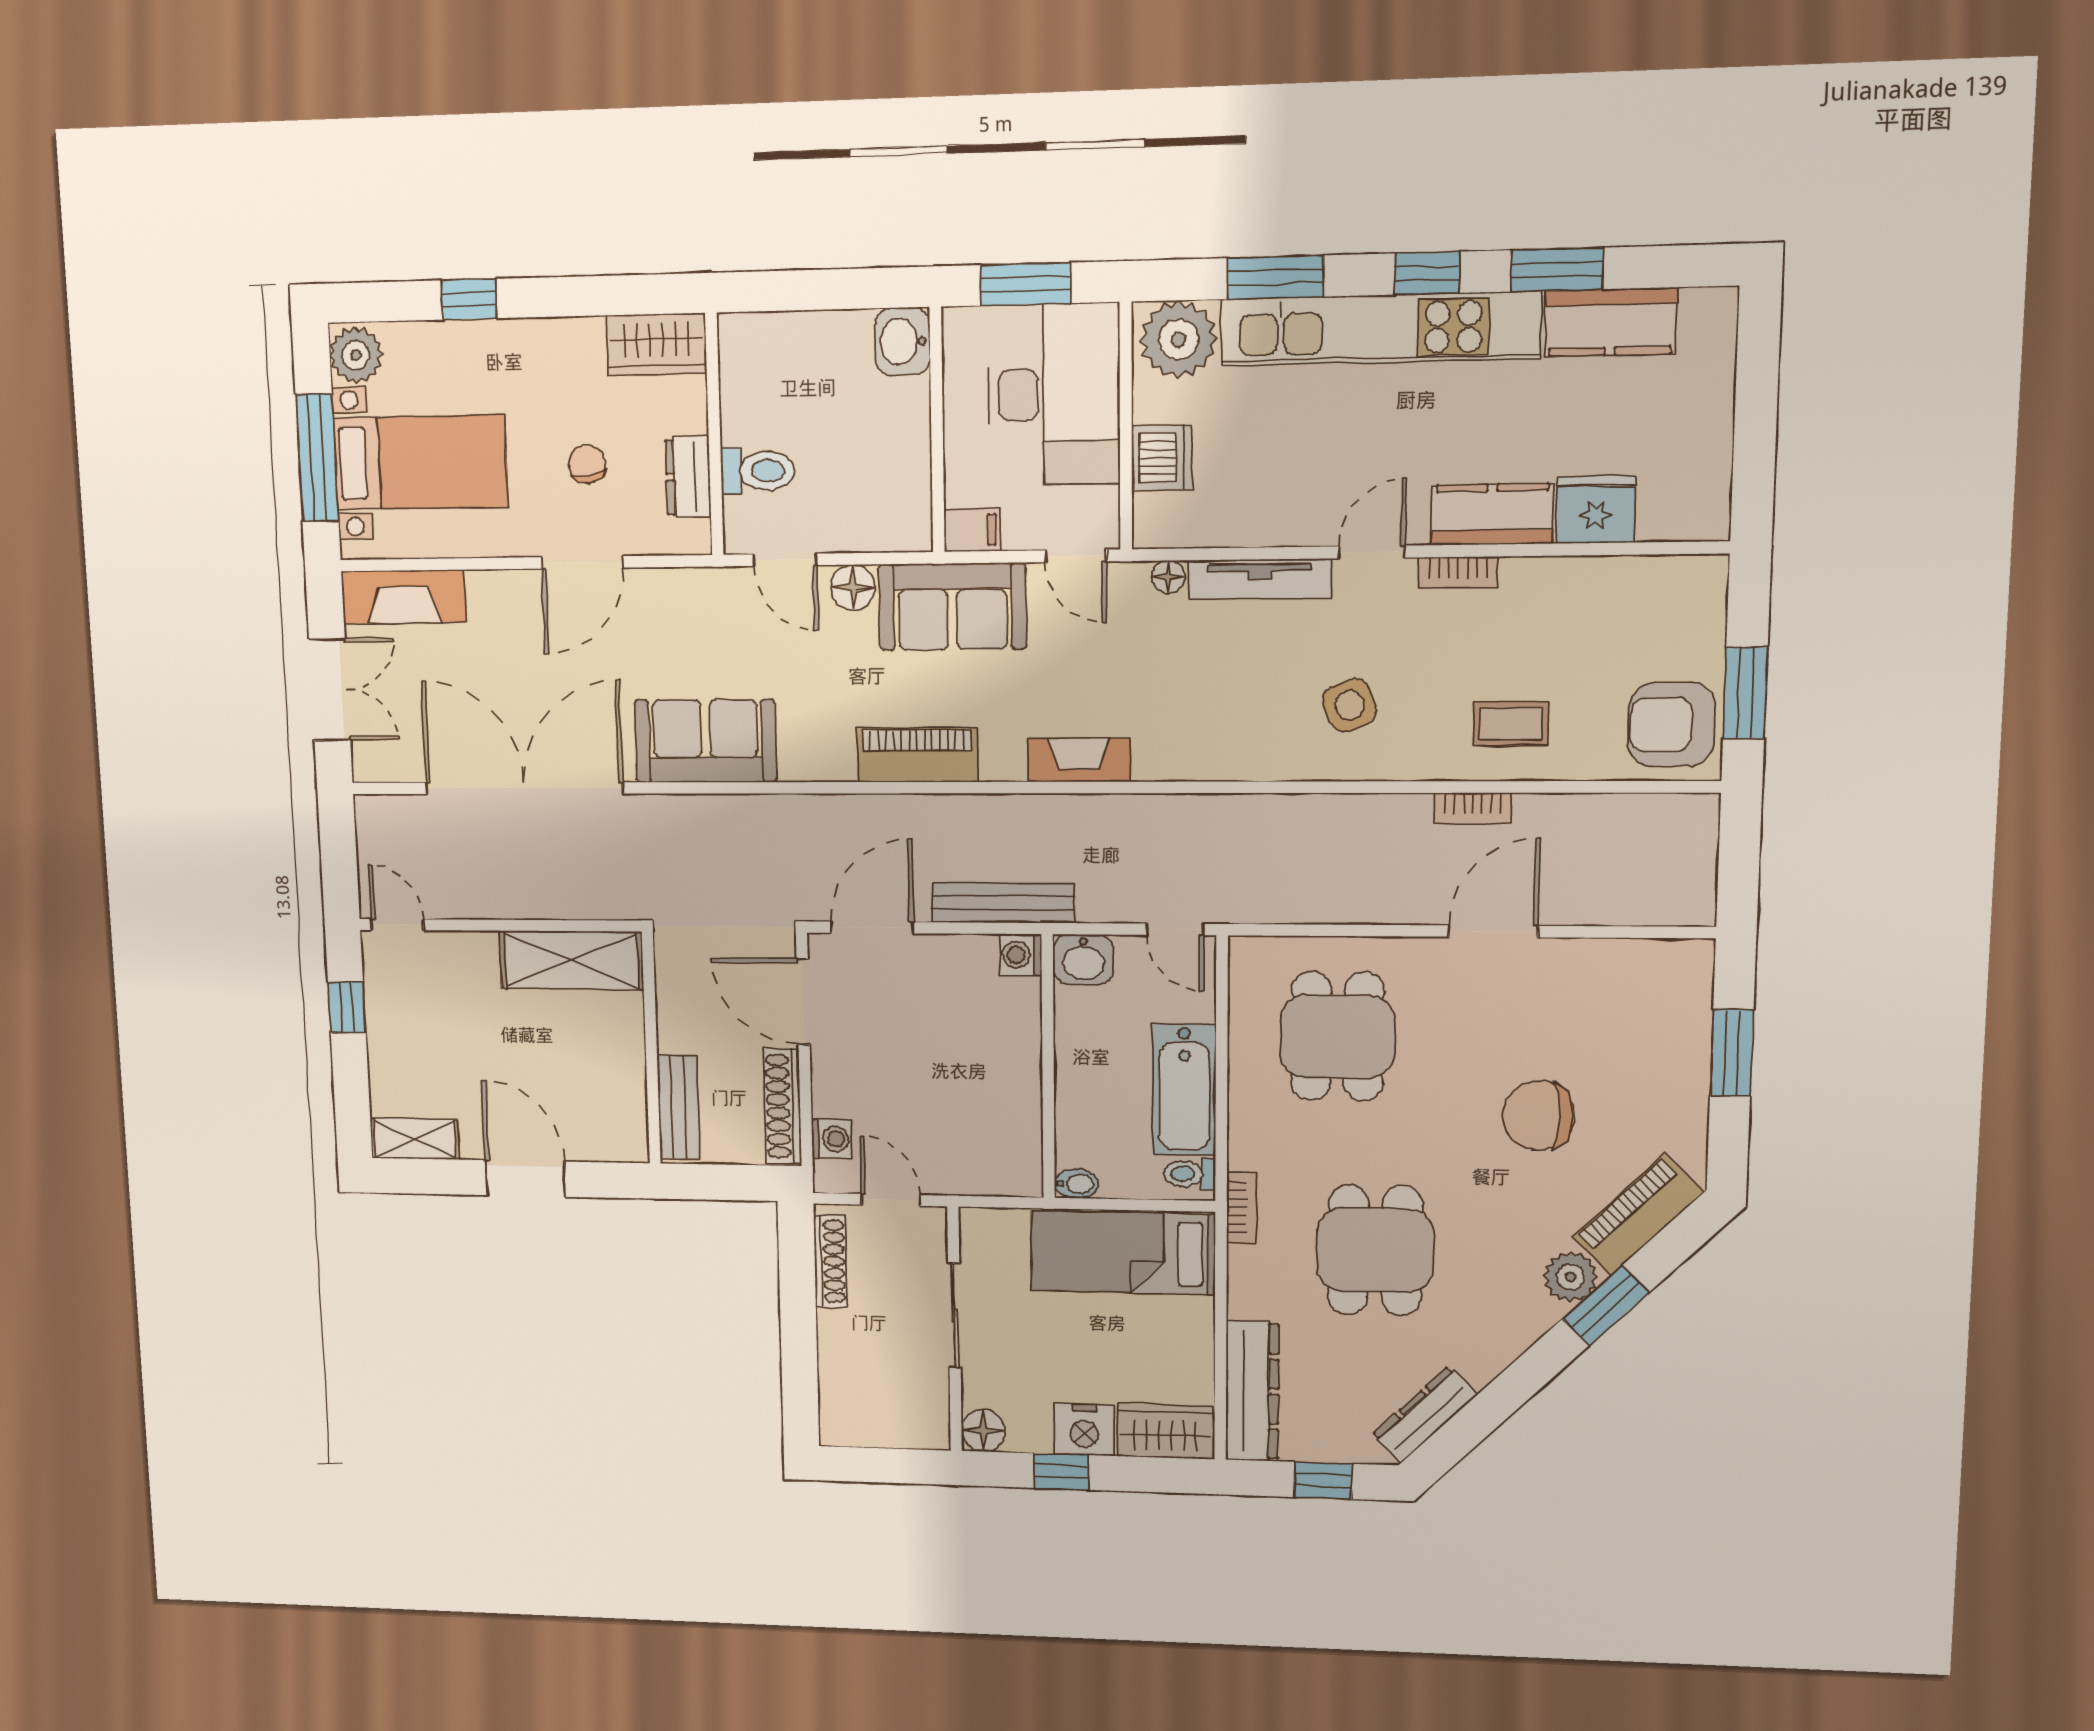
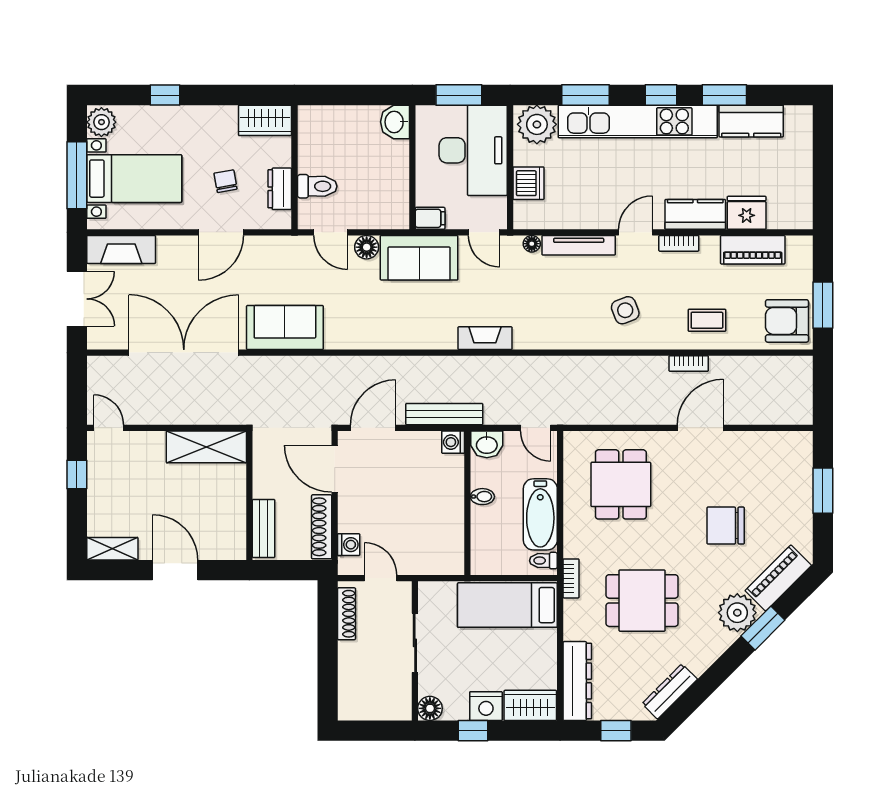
piano: (917, 755) -> (753, 250), moved, turned 180
bidet: (1076, 1184) -> (482, 497), moved
dining table: (1375, 1250) -> (642, 601), turned 90
plant: (1571, 1277) -> (737, 613), width x1.36, depth x1.36

